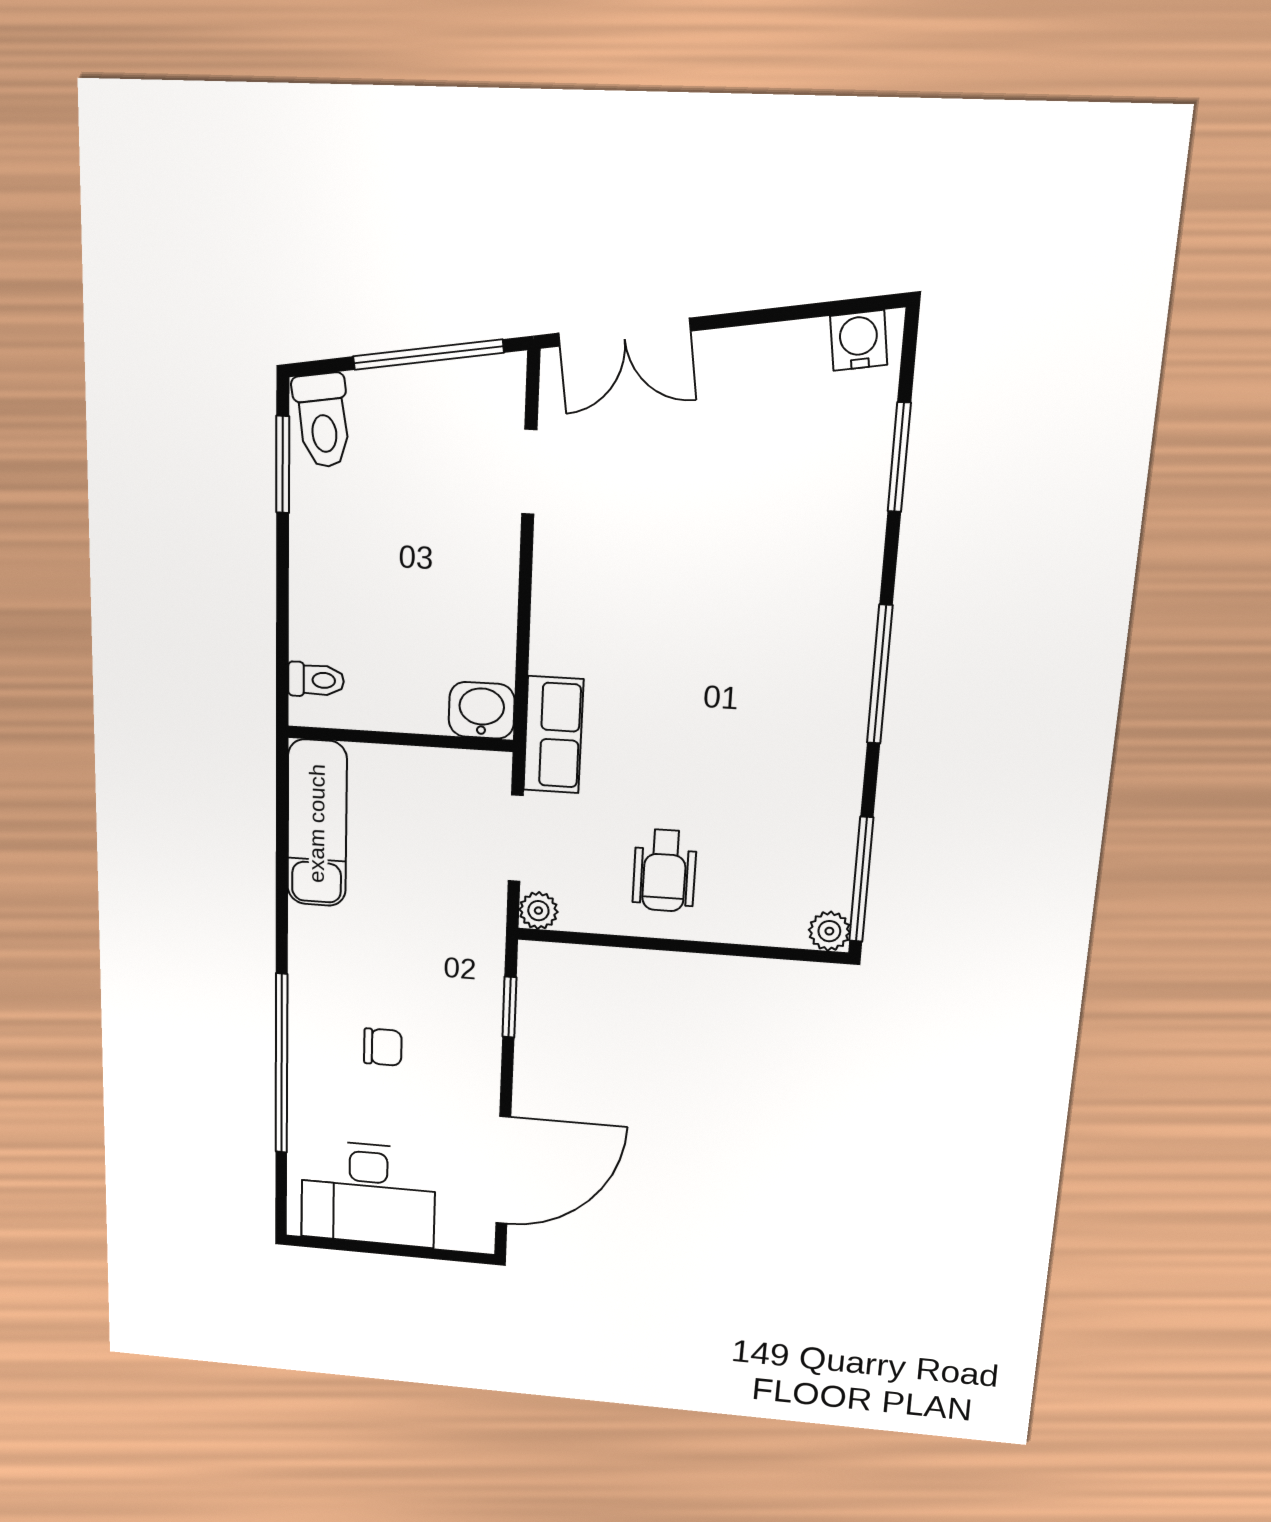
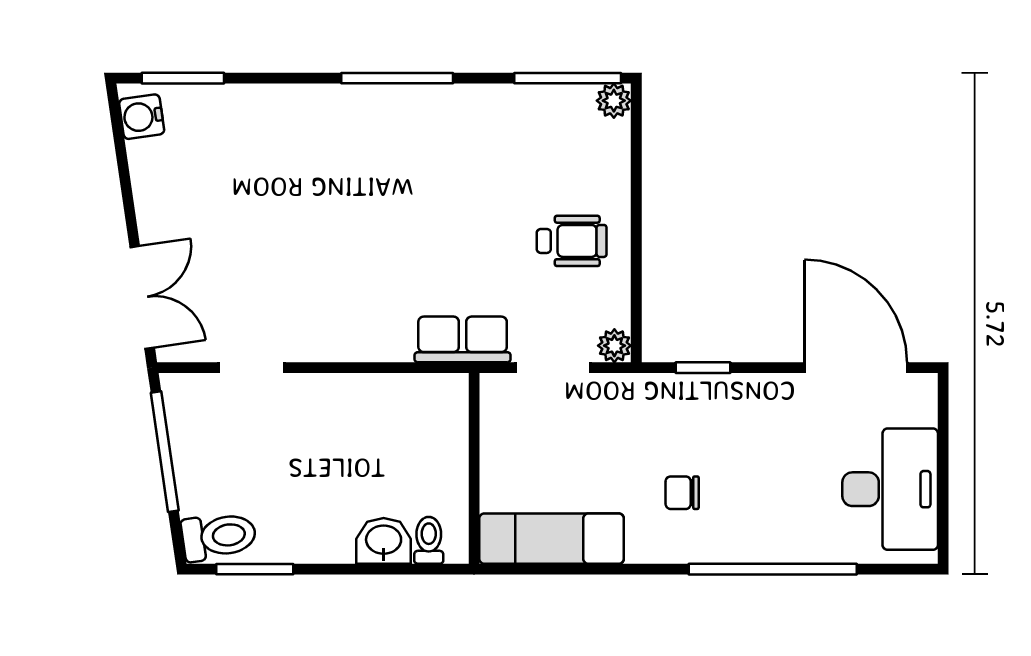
window: (899, 457) -> (183, 78), moved
washbasin: (482, 710) -> (384, 541), moved, turned 90
chair: (383, 1047) -> (682, 493), moved, turned -90

